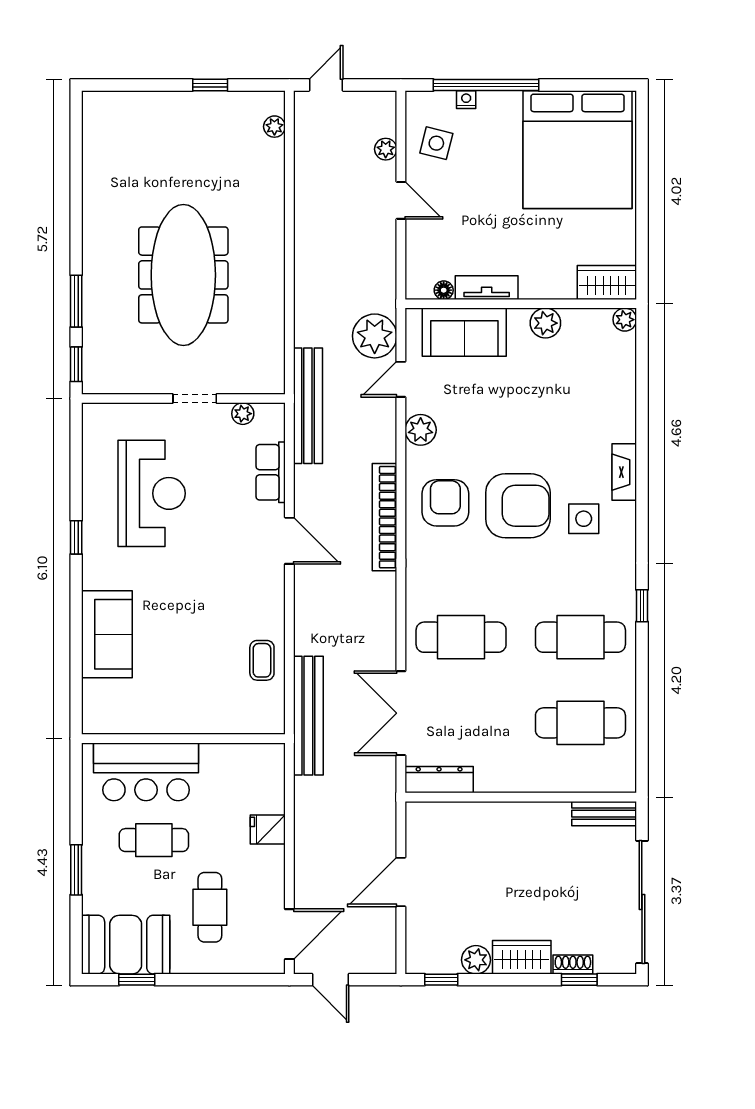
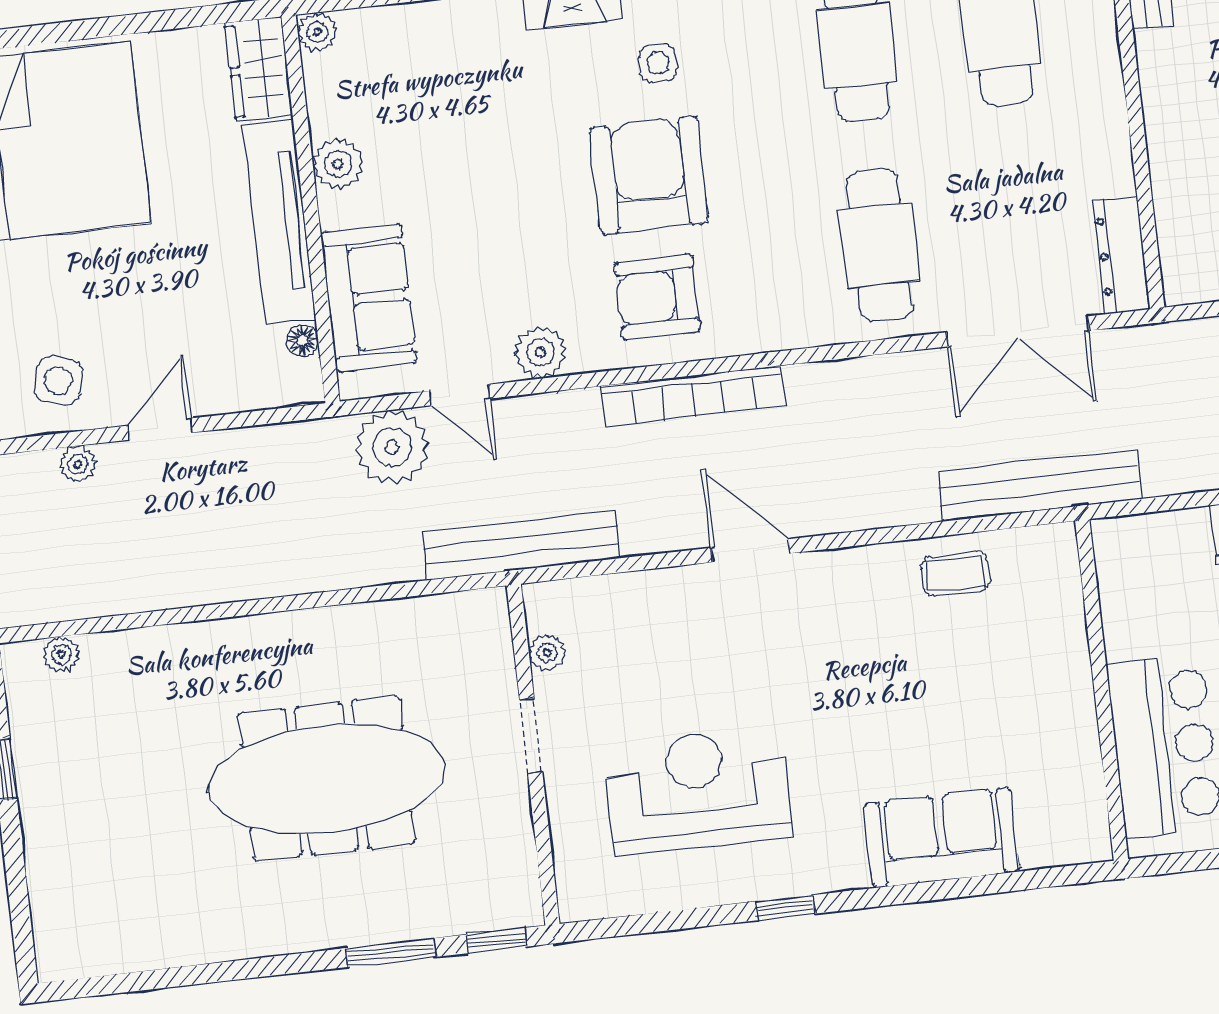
tv unit: (487, 288) -> (279, 222), width x1.92, depth x1.29
row of seats: (271, 472) -> (640, 595), removed
side table: (584, 519) -> (658, 63), width x0.73, depth x0.73
door: (289, 541) -> (751, 551), hinge flipped

